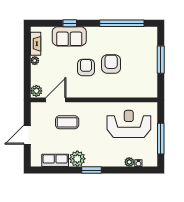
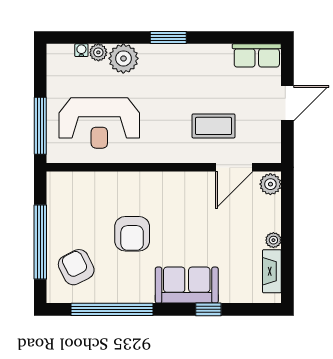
sofa: (69, 36) -> (187, 285), moved
window: (161, 60) -> (40, 242), width x1.46
armchair: (86, 67) -> (76, 267), moved, turned 153
window: (161, 139) -> (40, 126), moved
plant: (77, 159) -> (123, 58), moved
row of seats: (55, 160) -> (257, 55), moved

